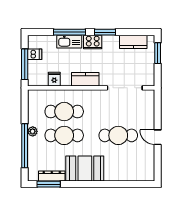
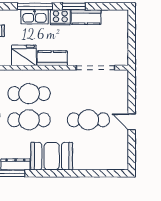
kitchen counter: (133, 42) -> (86, 17), moved
window: (158, 53) -> (132, 30), removed
fridge: (54, 79) -> (24, 55), width x1.88, depth x1.34

